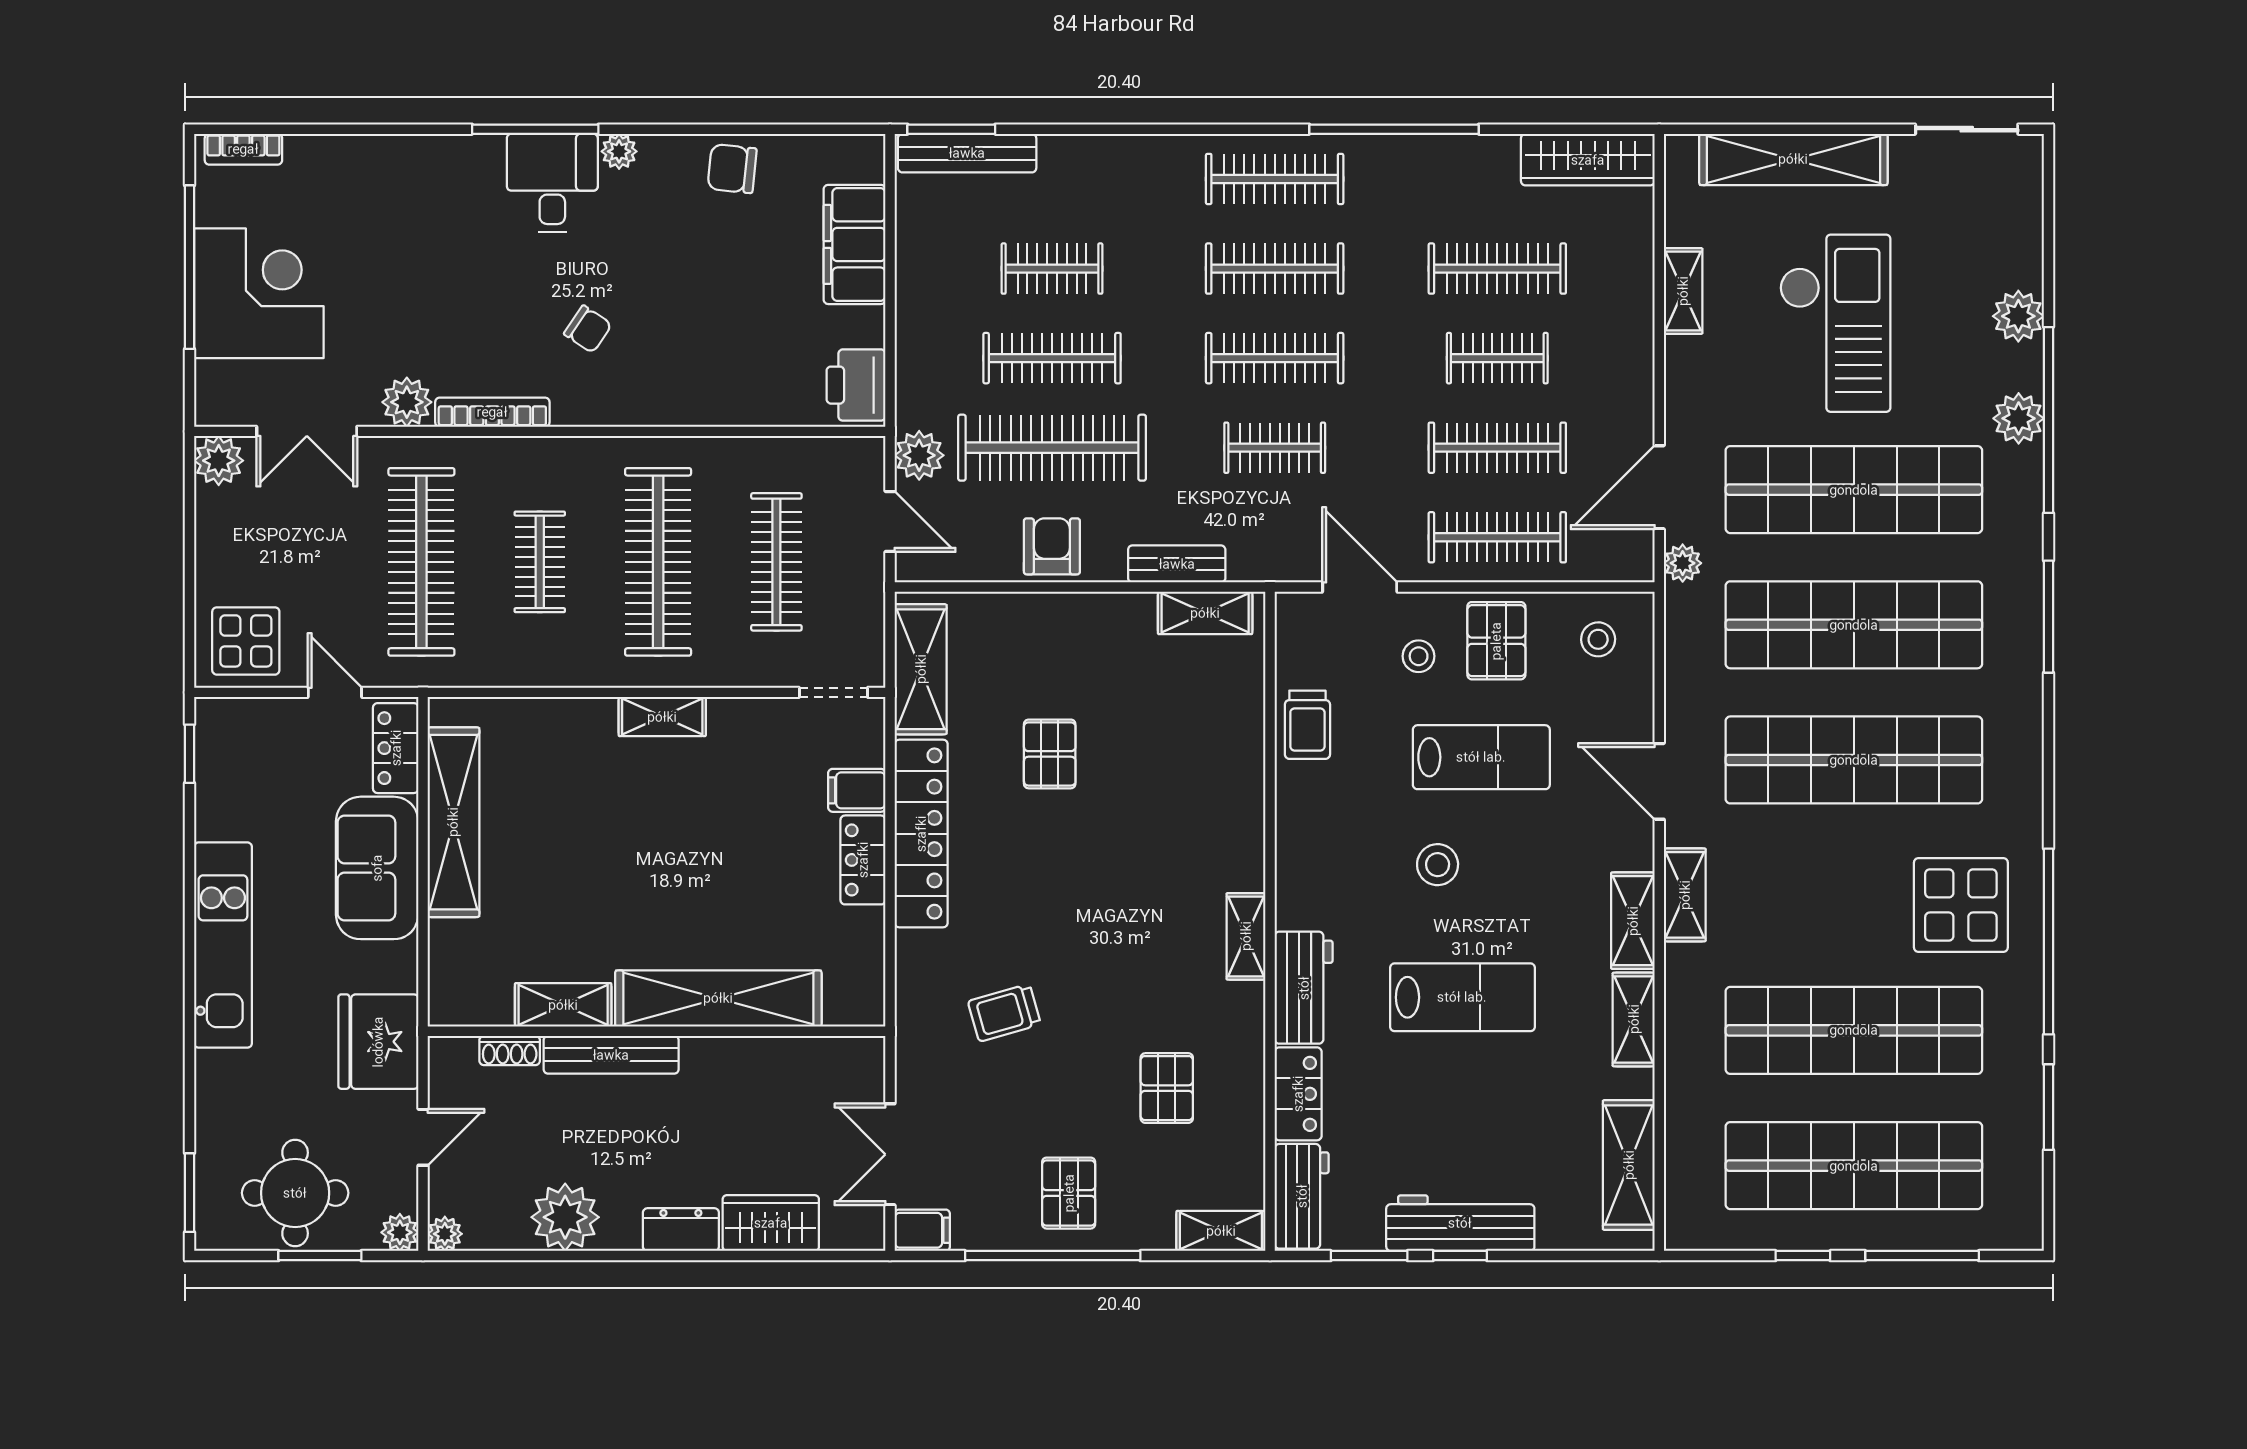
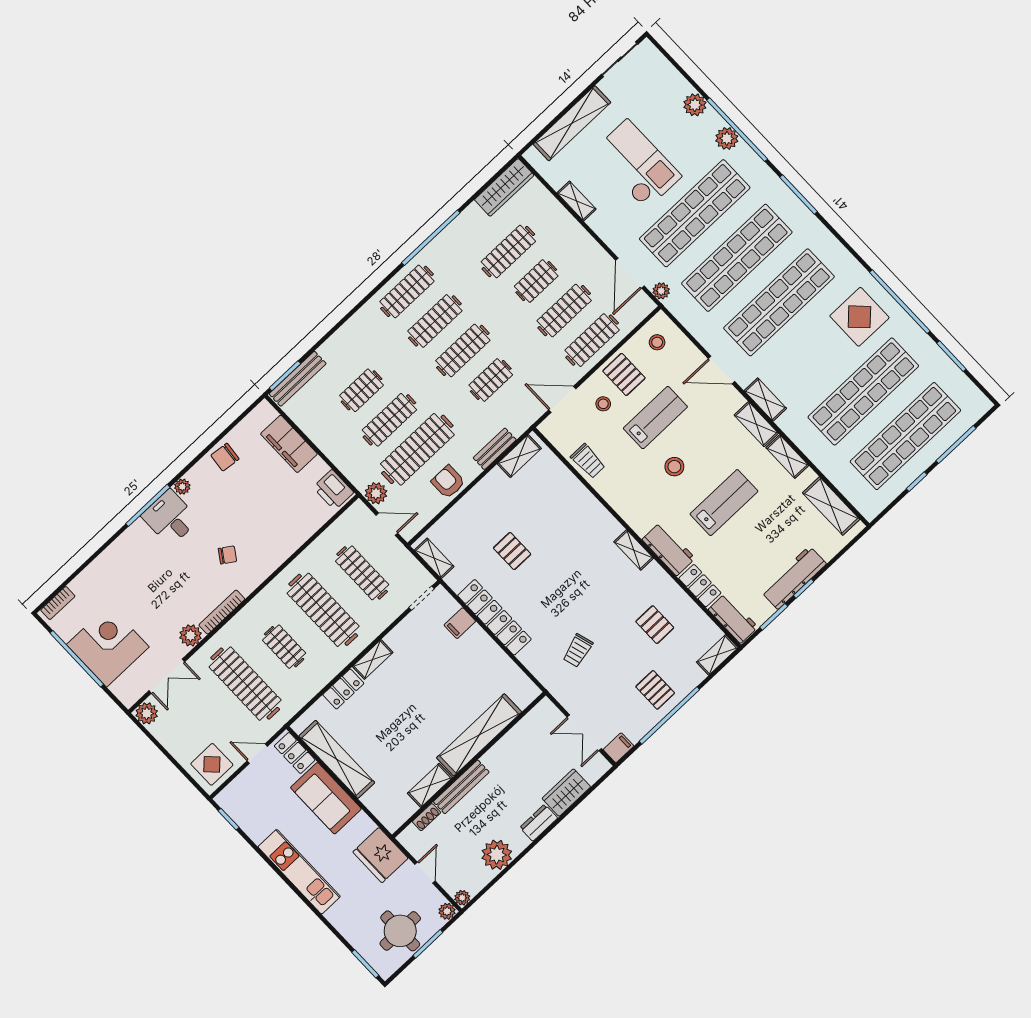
shelving: (921, 669) -> (434, 558), width x0.67, depth x0.75
locker: (863, 860) -> (343, 689), moved, turned -90

